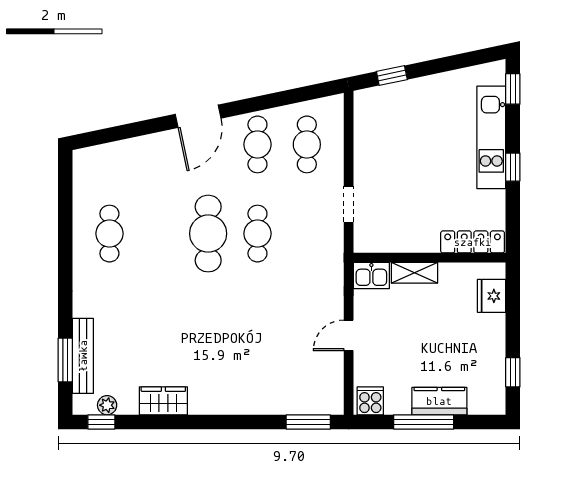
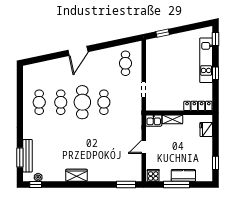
cafe table: (257, 144) -> (61, 102), moved
wardrobe: (163, 401) -> (76, 175), moved

